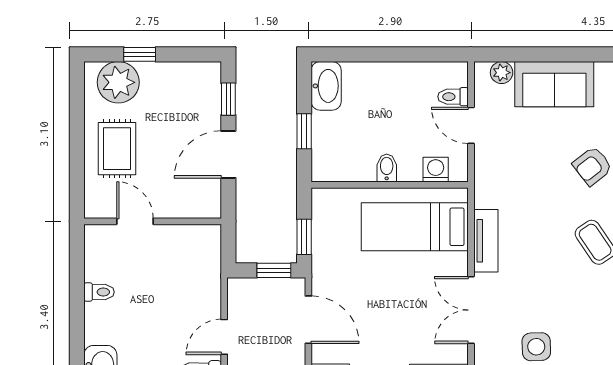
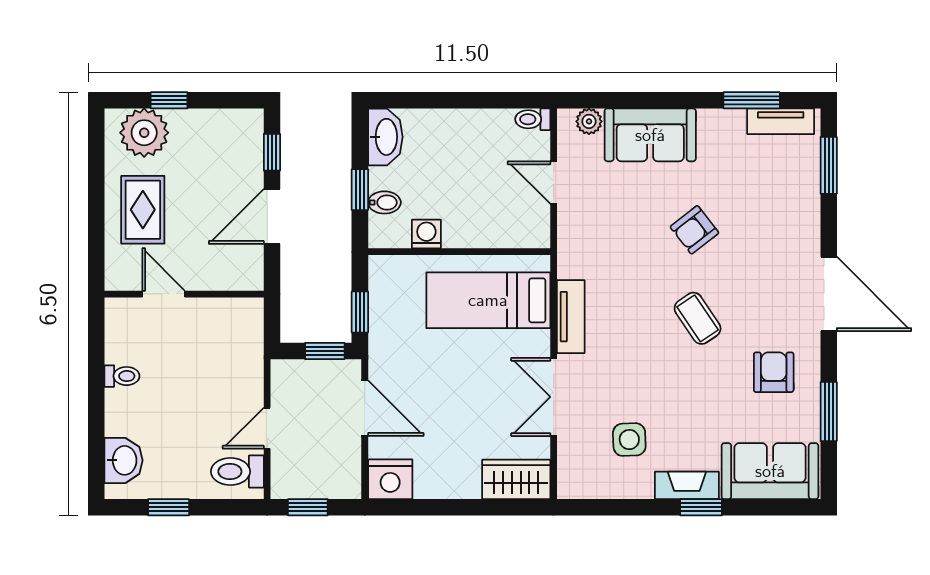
toilet: (453, 97) -> (533, 119), moved
bidet: (387, 168) -> (384, 202), moved, turned 90
washing machine: (436, 170) -> (426, 234), moved

